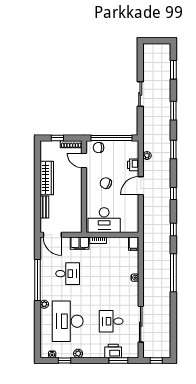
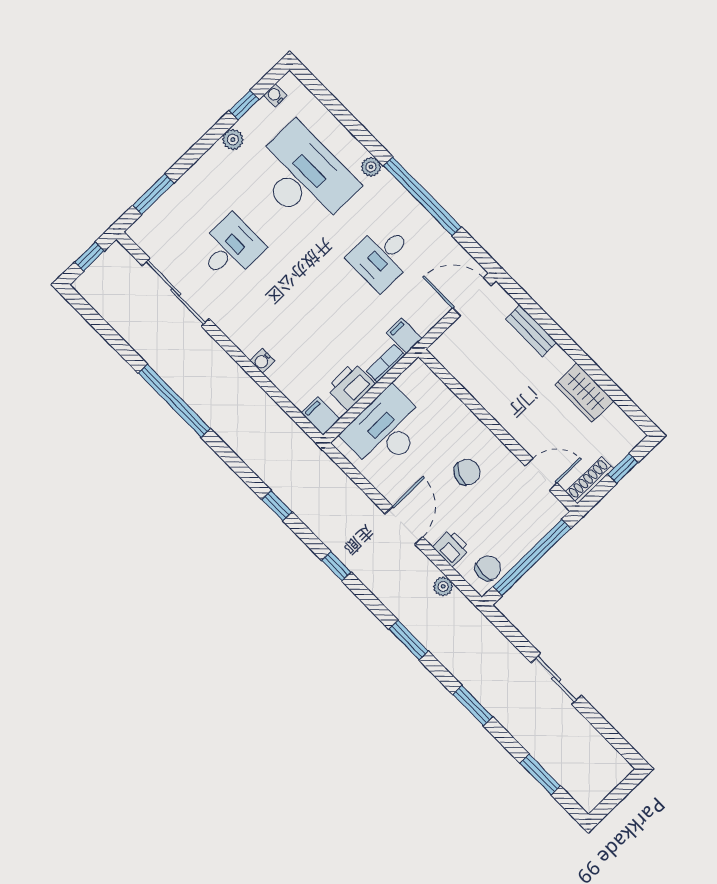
chair: (99, 148) -> (488, 568), moved
wardrobe: (47, 178) -> (584, 393), width x0.67
desk: (104, 220) -> (386, 430), moved
filing cabinet: (80, 243) -> (404, 336), width x0.50
window: (173, 273) -> (174, 401), moved
printer: (113, 351) -> (351, 386), moved, turned 180

